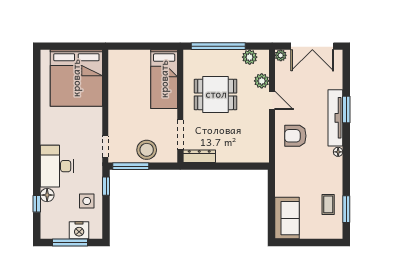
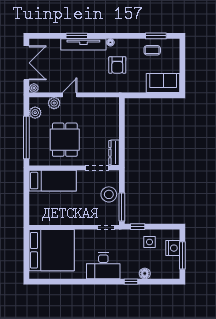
armchair: (295, 136) -> (117, 65), moved
desk: (57, 166) -> (103, 266), moved
window: (37, 204) -> (131, 282), moved

